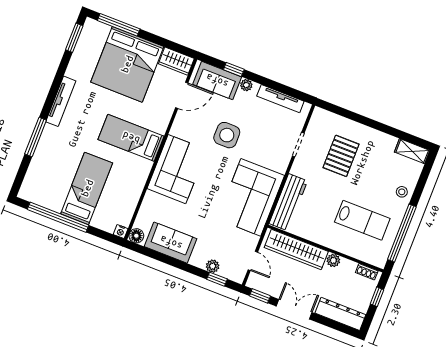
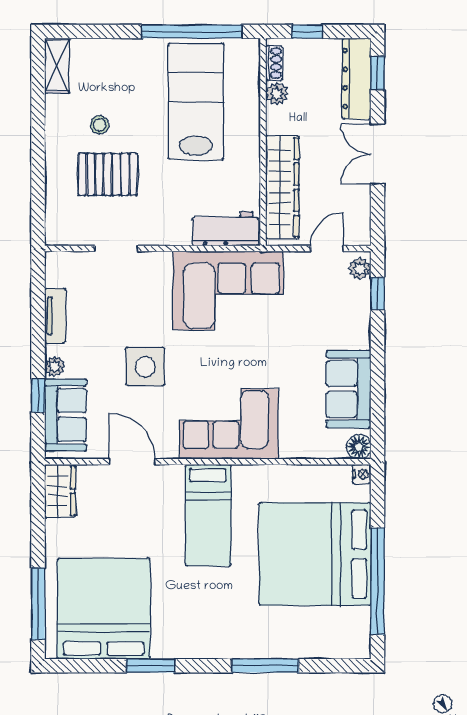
window: (74, 38) -> (151, 666), moved
bed: (127, 64) -> (104, 609), moved, turned -90
door: (182, 95) -> (132, 462), moved
tv unit: (280, 99) -> (55, 316), width x0.71
tv unit: (61, 101) -> (194, 648), removed
bed: (87, 188) -> (315, 554), width x2.04
stool: (402, 192) -> (100, 125), moved
workbench: (288, 202) -> (225, 229), width x0.73
lab bench: (362, 220) -> (196, 101), width x1.36, depth x1.39
plant: (333, 260) -> (277, 94), moved
plant: (213, 266) -> (360, 269), moved
window: (260, 296) -> (378, 73), moved

